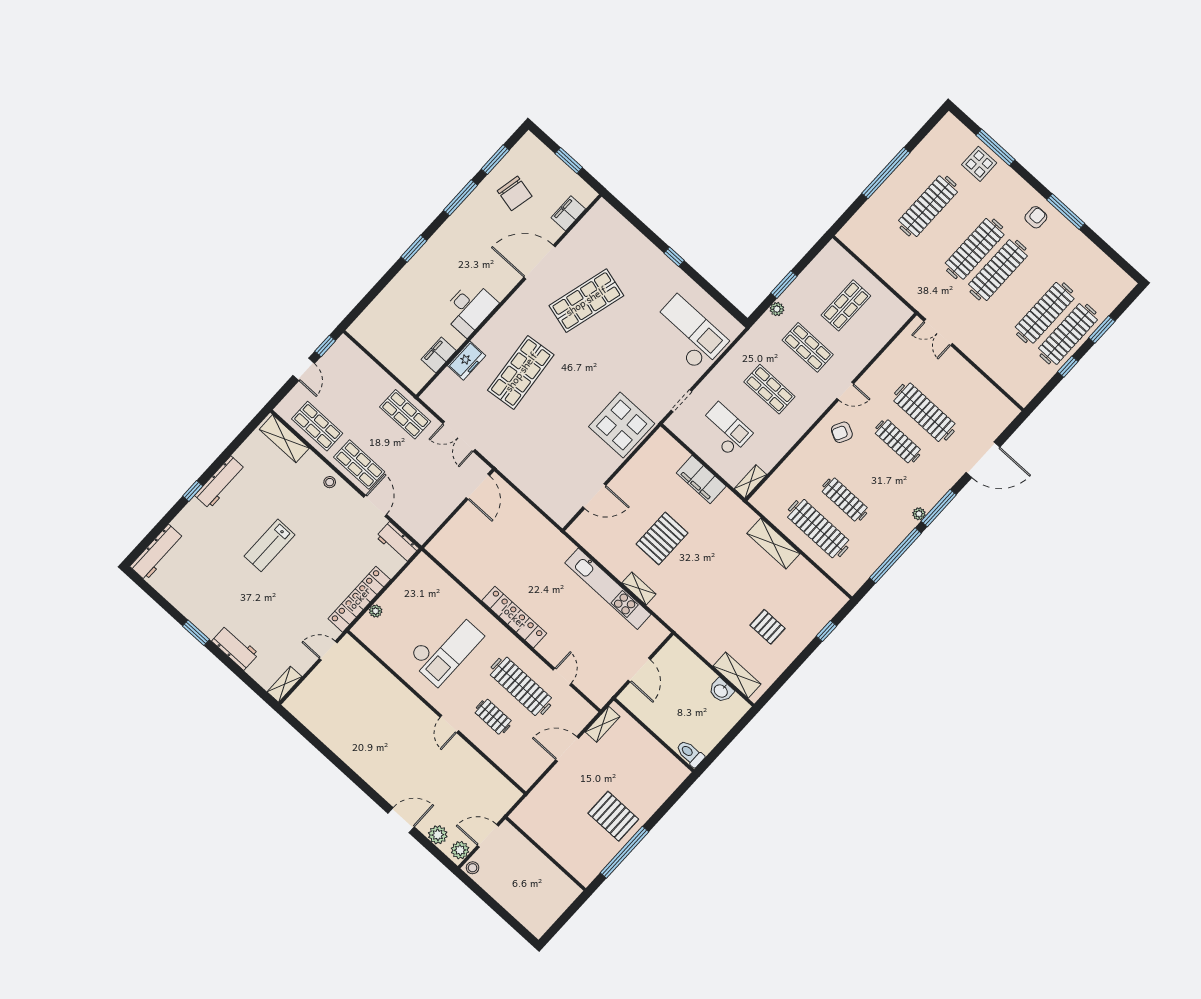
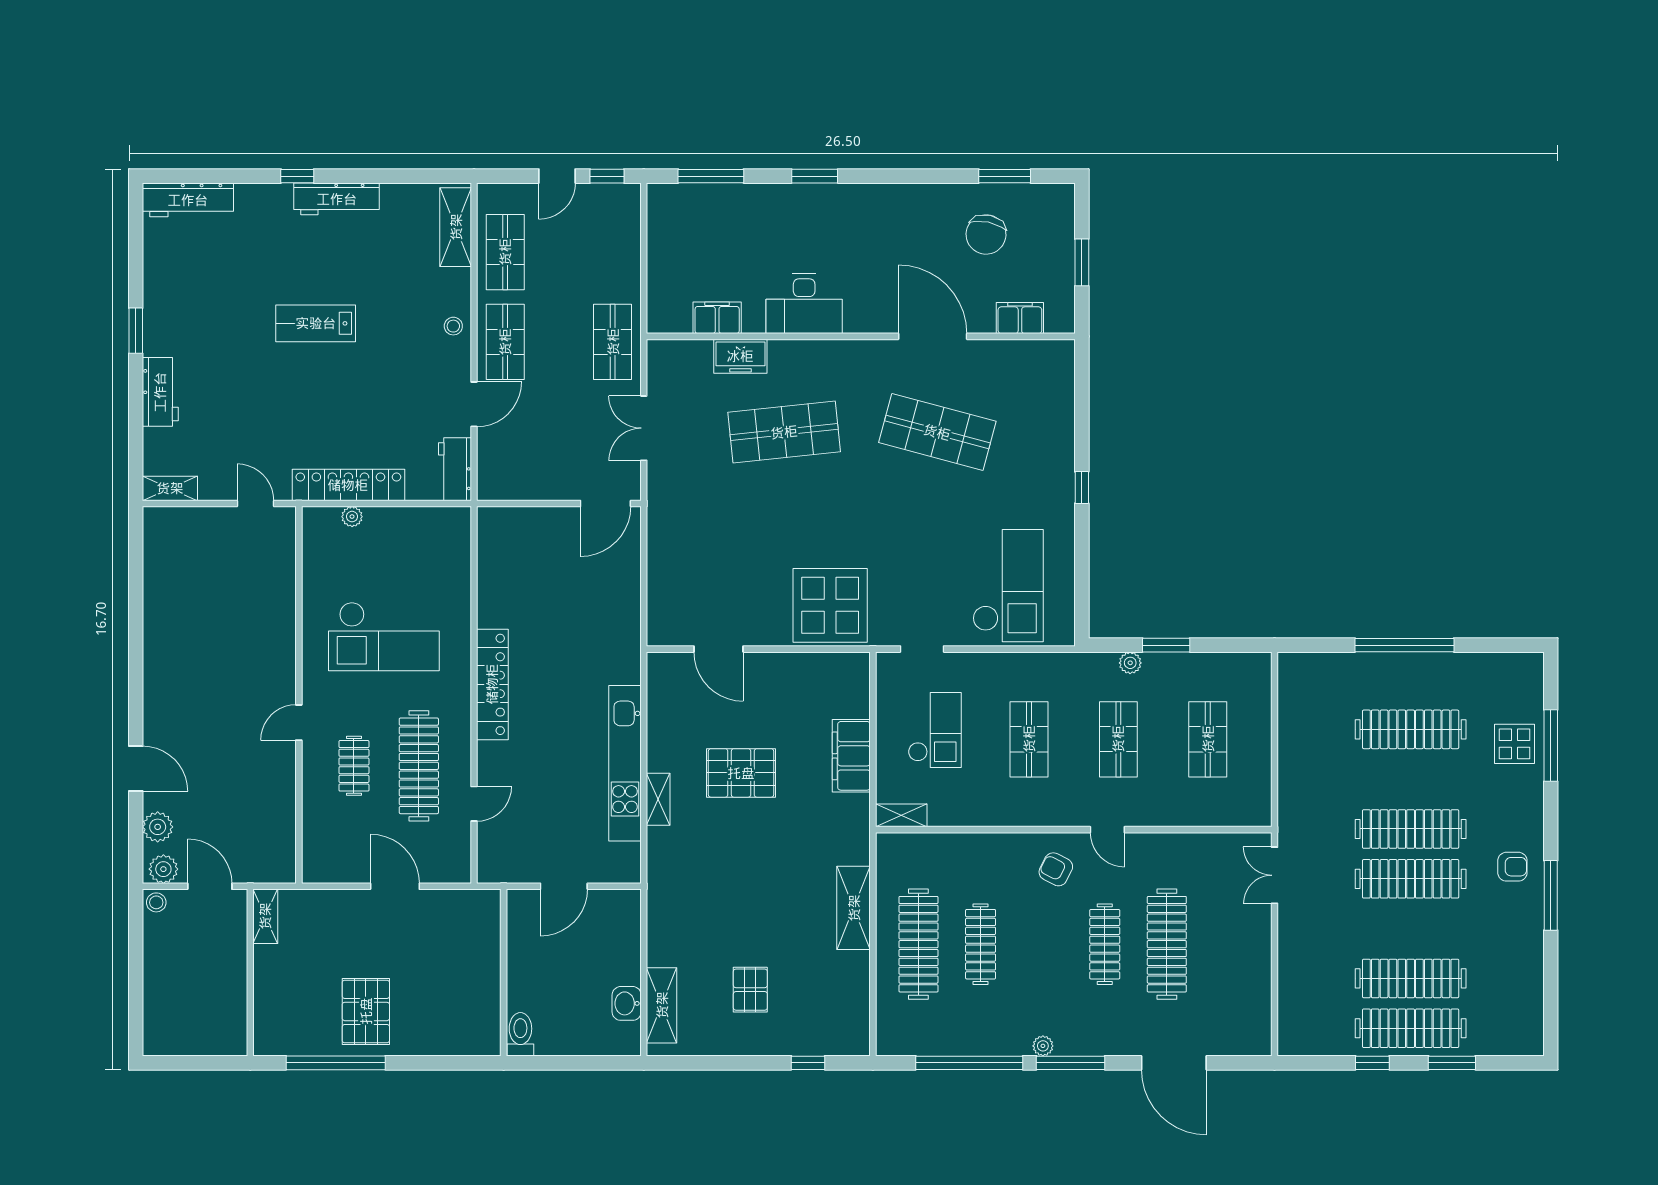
window: (460, 198) -> (711, 176), moved
shop shelf: (846, 305) -> (1208, 739), turned 90
shelving: (603, 724) -> (265, 916), moved, turned 90

